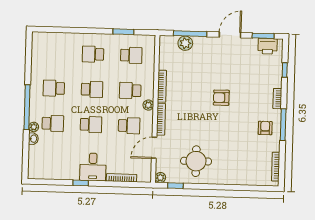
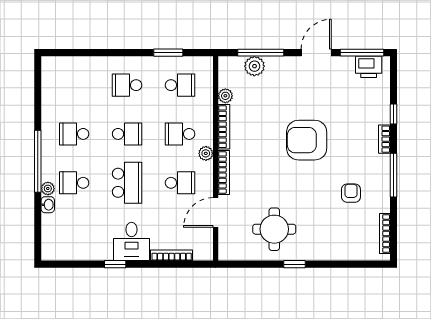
window: (263, 36) -> (362, 53), width x1.44
window: (285, 70) -> (393, 114), moved
armchair: (221, 98) -> (307, 140), width x1.88, depth x1.88
school desk: (53, 123) -> (74, 183), turned 180
school desk: (91, 125) -> (127, 183), width x1.85
armchair: (265, 128) -> (351, 193), moved
plant: (160, 178) -> (225, 96), moved
window: (175, 186) -> (295, 264), moved

